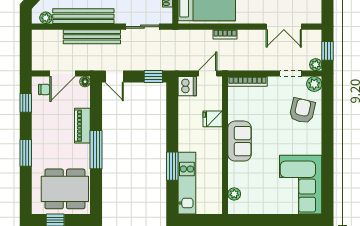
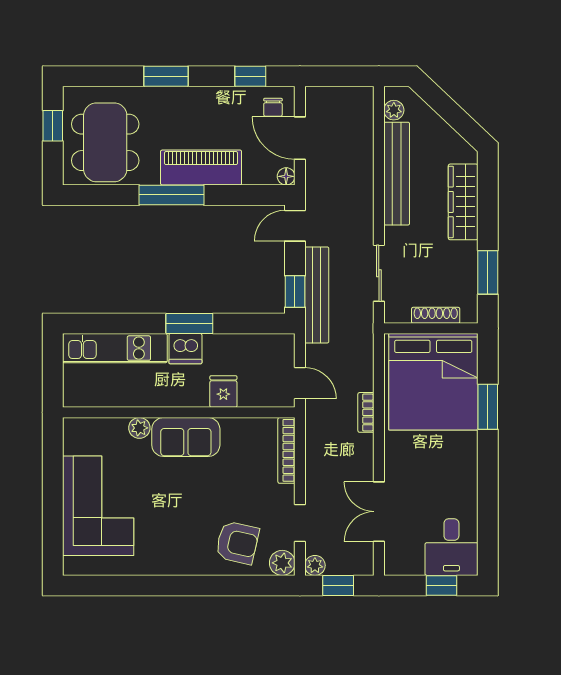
bench: (92, 37) -> (317, 295), moved
dishwasher: (187, 86) -> (185, 349), moved
piano: (82, 126) -> (201, 168), width x1.37, depth x1.33
window: (172, 166) -> (189, 323), moved
corner sofa: (301, 185) -> (98, 506), moved, turned 90
plant: (234, 194) -> (139, 428), moved

